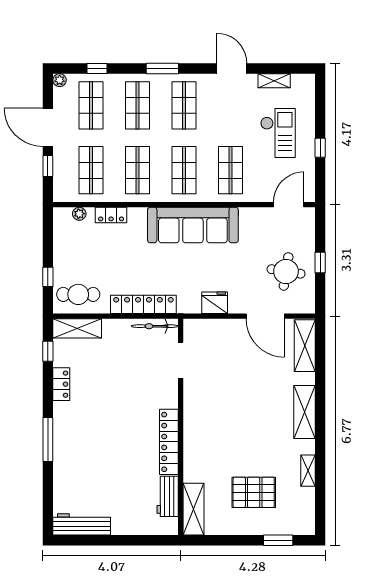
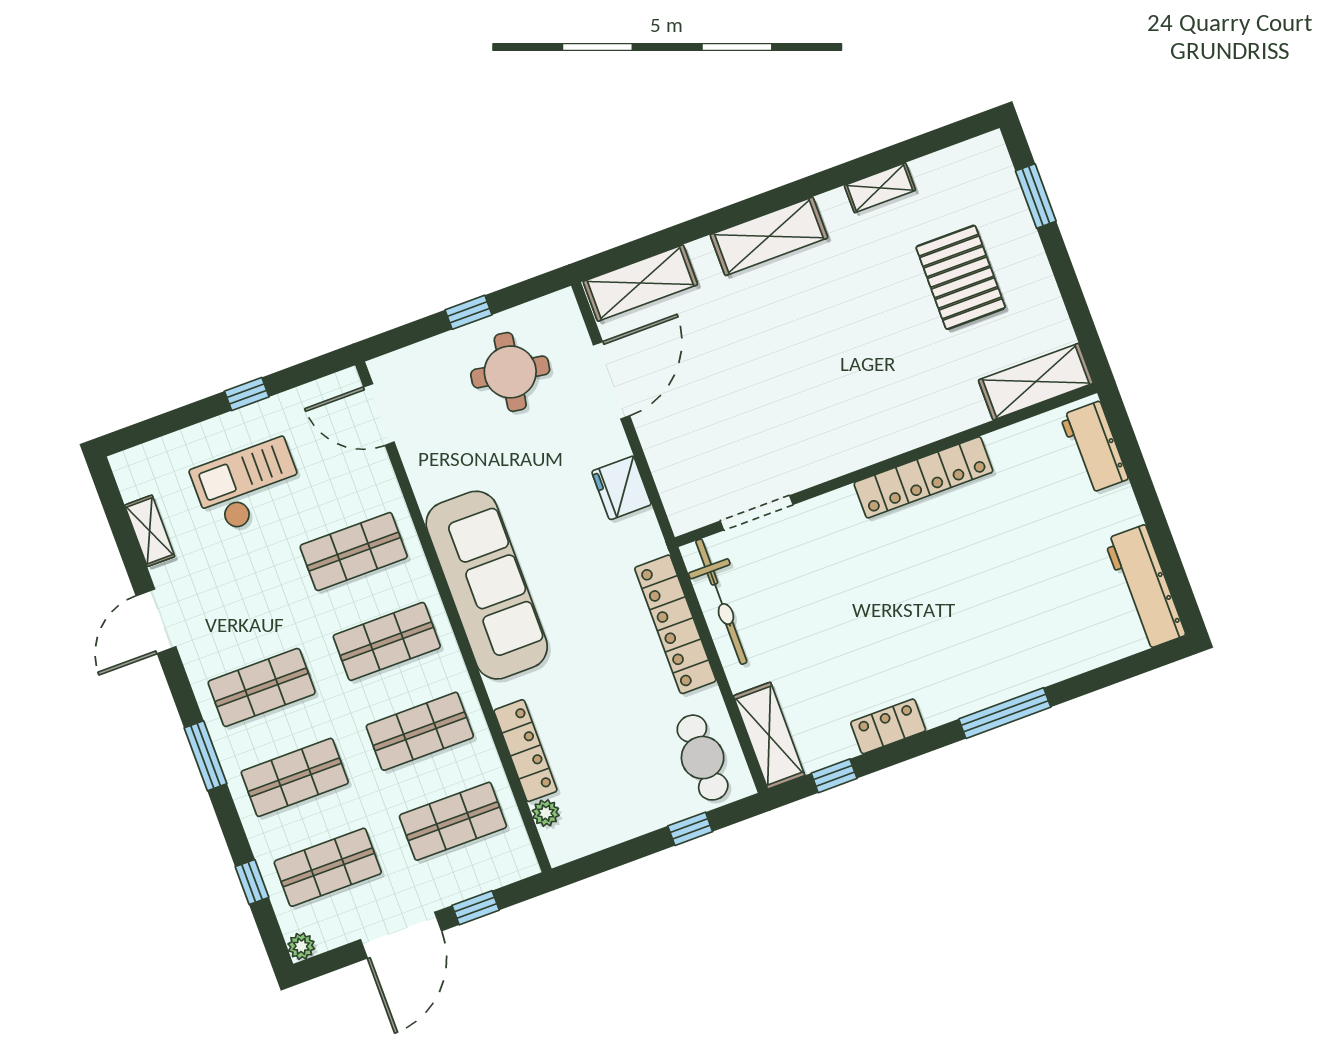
locker: (111, 215) -> (525, 751), width x1.53
bicycle: (155, 326) -> (721, 602), width x1.37, depth x1.40
workbench: (168, 496) -> (1094, 447), moved, turned 90

